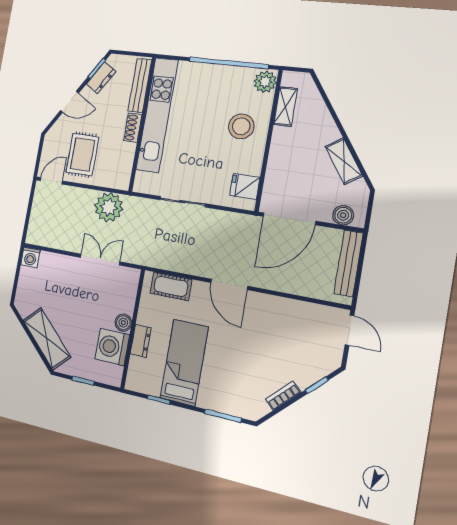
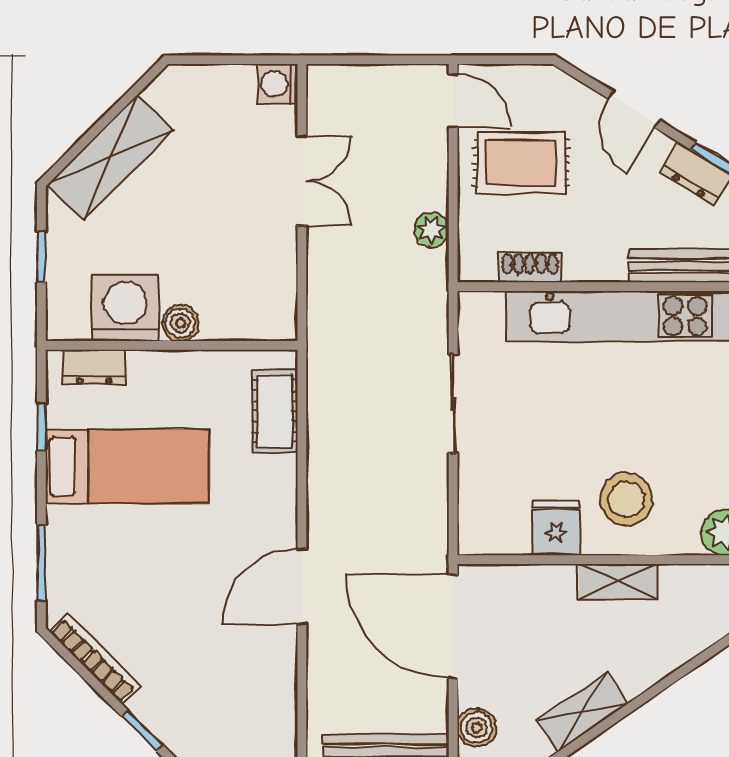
shelving: (285, 106) -> (618, 582), moved
shoe rack: (133, 128) -> (530, 267), moved
fridge: (245, 186) -> (556, 528), moved
plant: (109, 207) -> (432, 230), width x0.53, depth x0.53
double door: (100, 260) -> (302, 181), moved
door: (229, 284) -> (302, 587), moved
dresser: (141, 341) -> (94, 367), moved
bookcase: (283, 396) -> (95, 659), width x1.56

